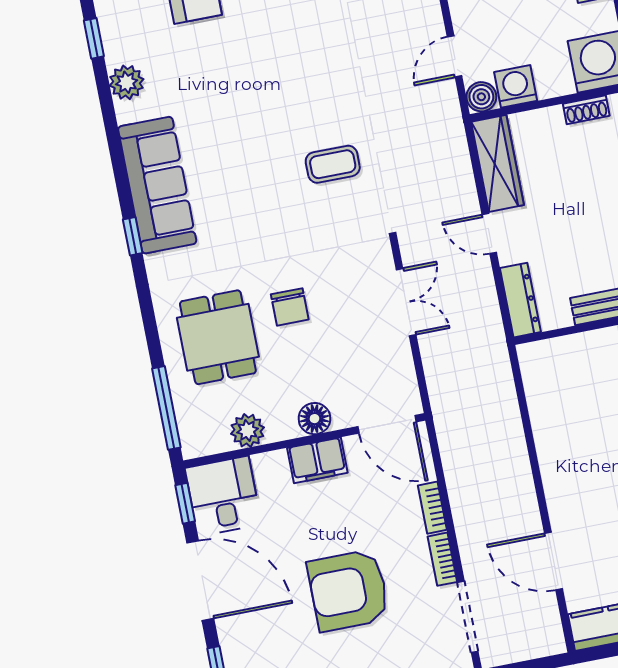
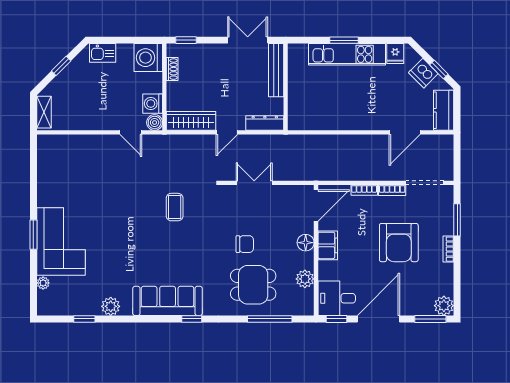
window: (166, 408) -> (270, 319), moved

